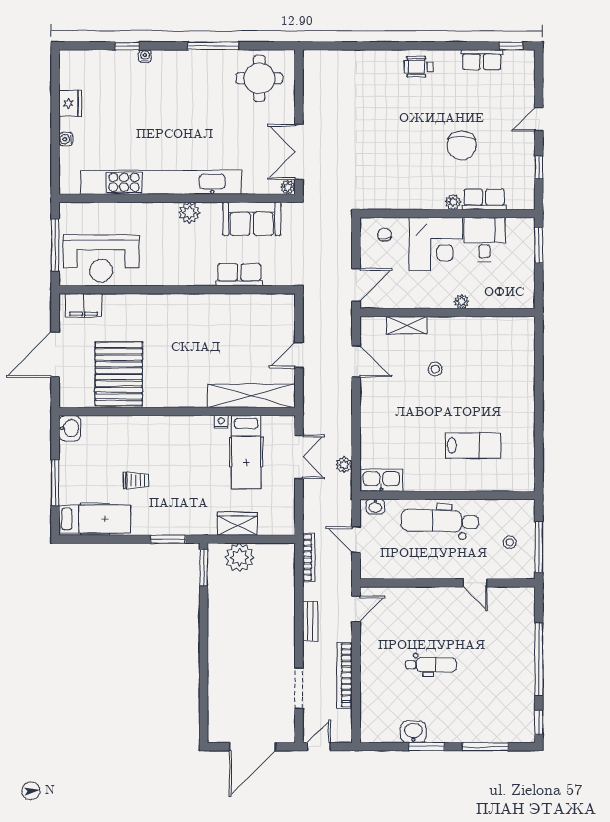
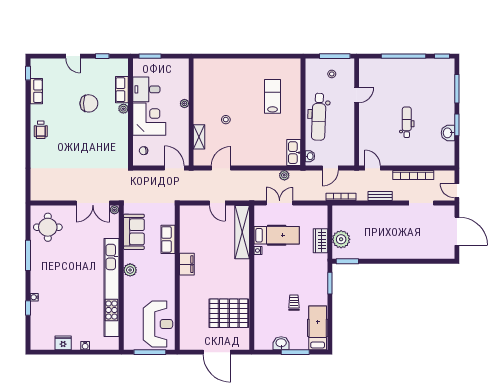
filing cabinet: (84, 305) -> (187, 264), moved
washbasin: (70, 428) -> (281, 343), moved

